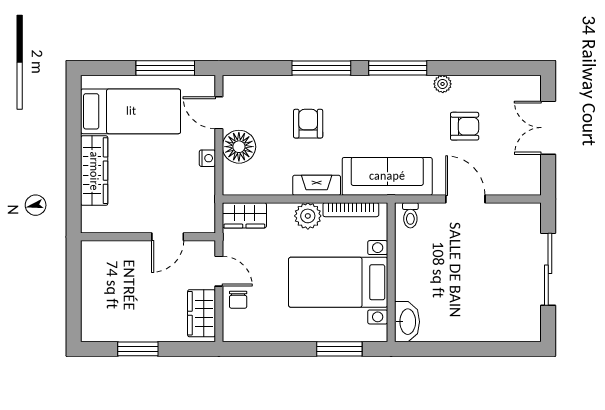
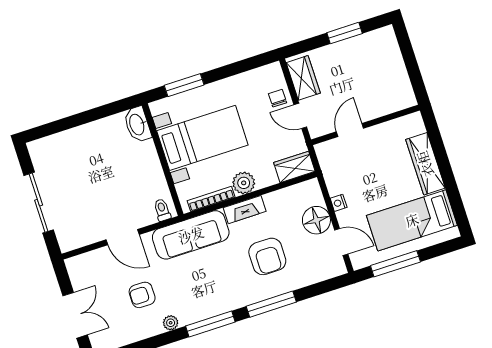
armchair: (308, 124) -> (267, 256), width x1.38, depth x1.38

